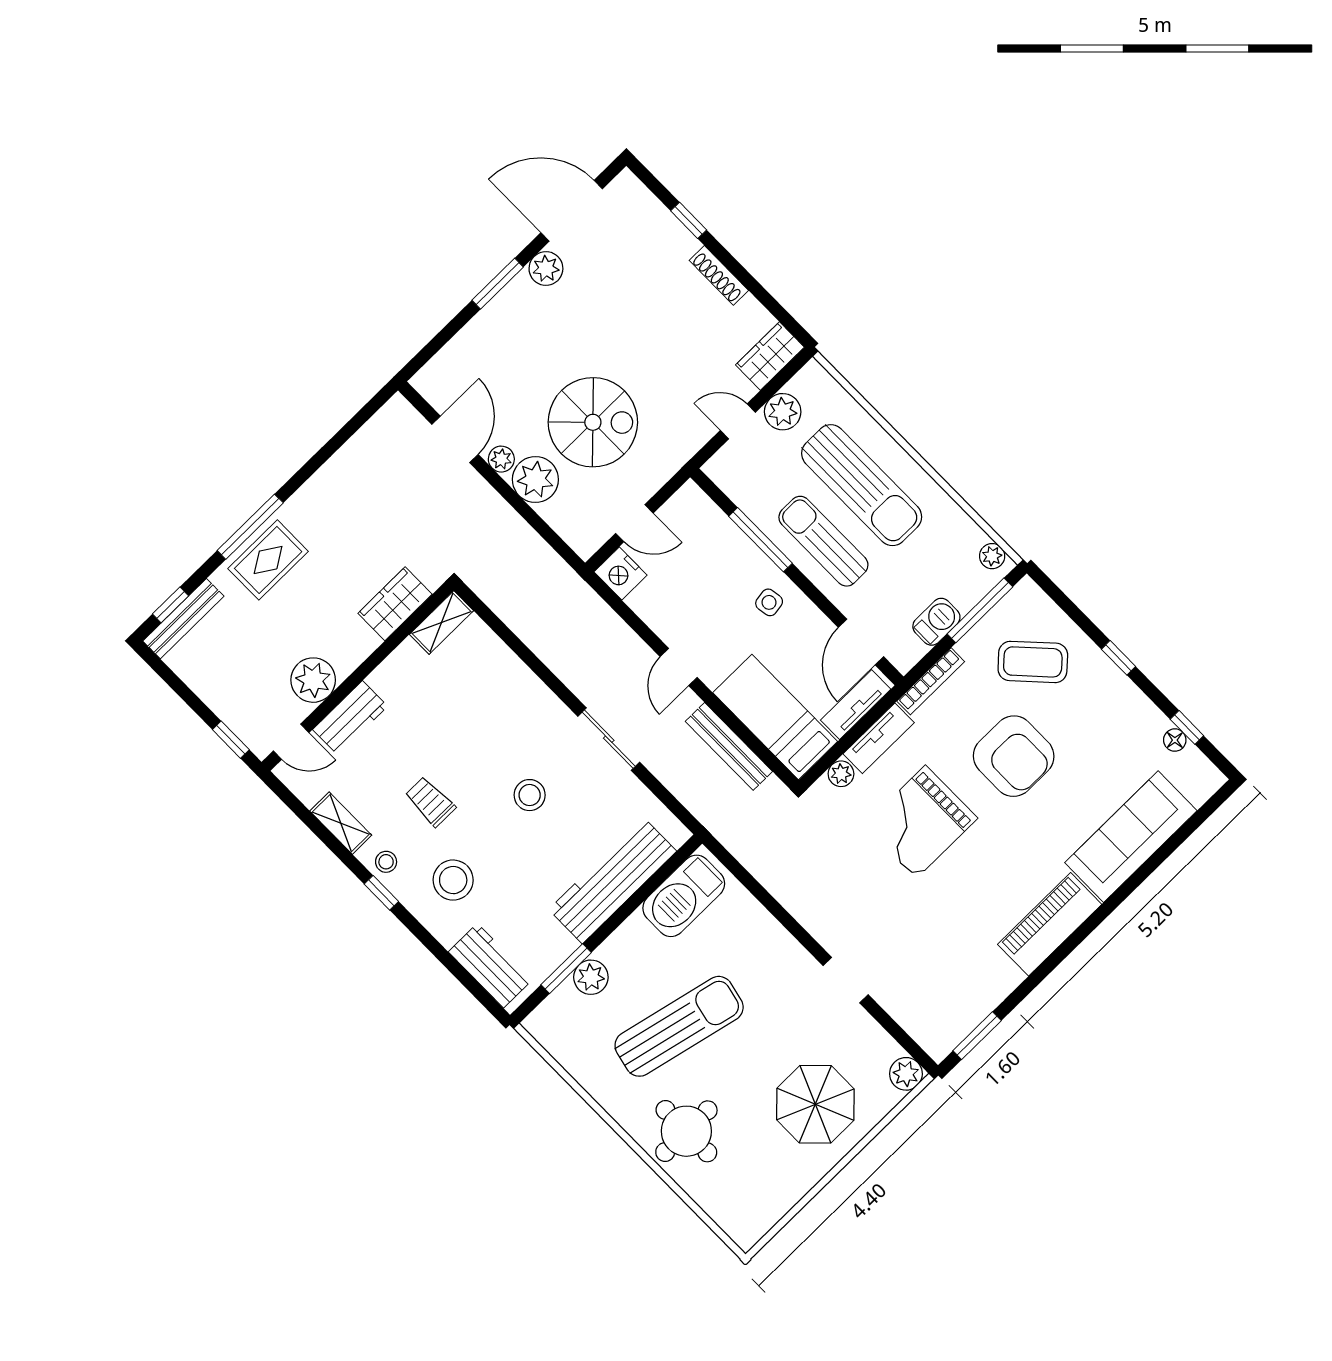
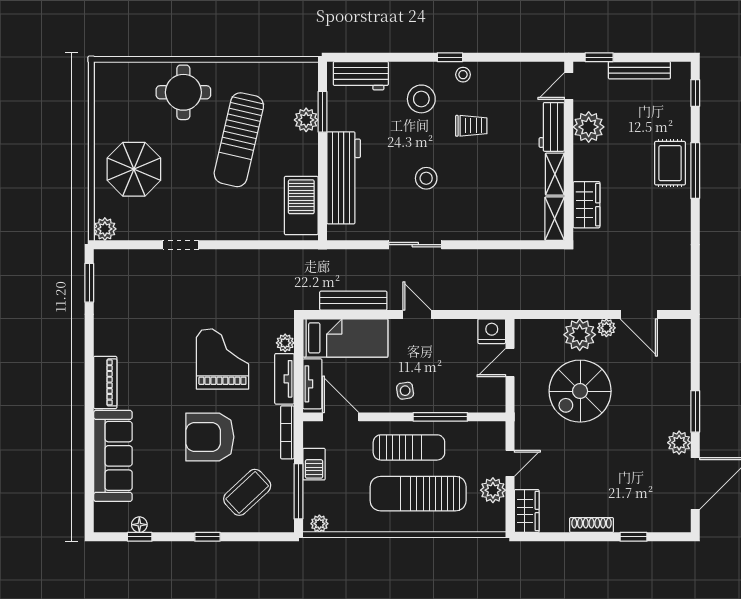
bench: (183, 619) -> (639, 70), moved, turned 90
shelving: (341, 823) -> (555, 174), moved, turned 90
piano: (1050, 924) -> (105, 382), width x0.73, depth x0.75

